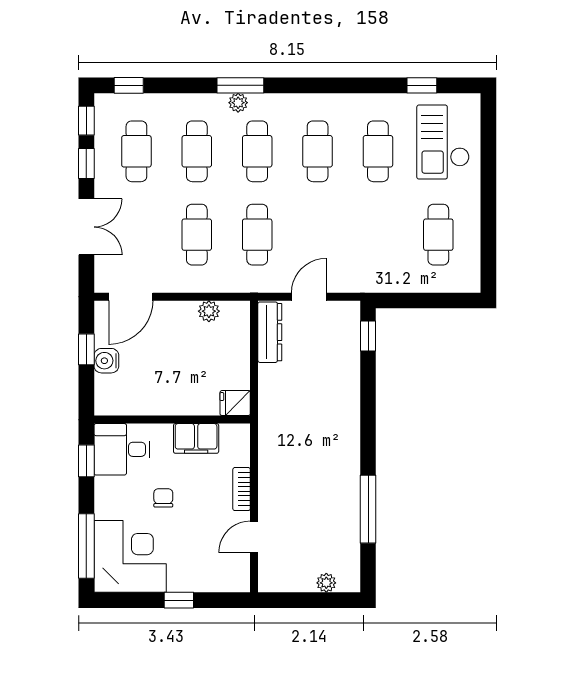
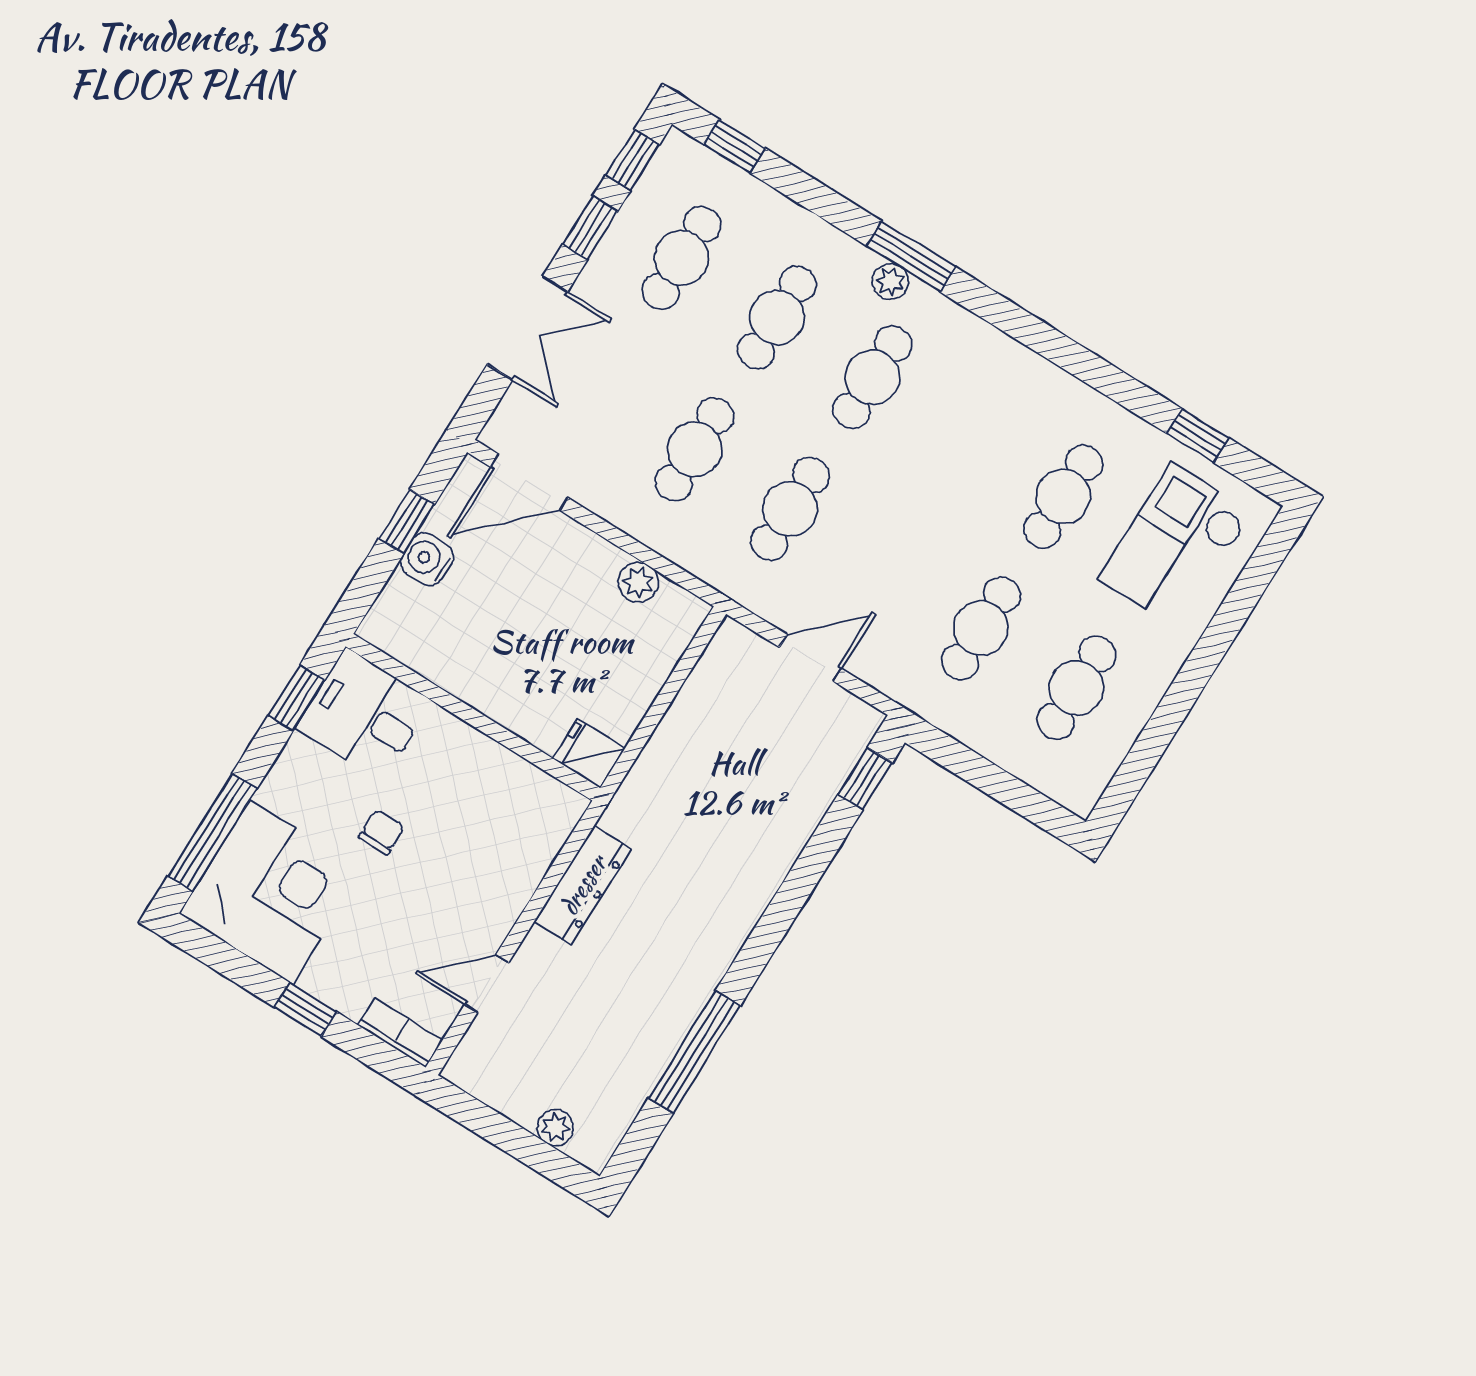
cafe table: (318, 151) -> (981, 628), moved
dresser: (270, 332) -> (583, 885), moved
filing cabinet: (196, 438) -> (492, 771), removed
bookcase: (242, 489) -> (400, 1033), moved, turned 90

